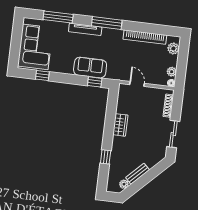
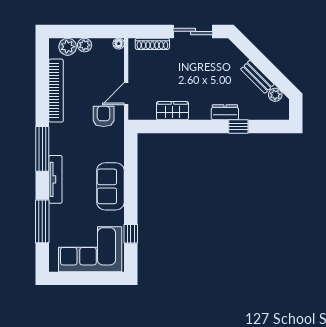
armchair: (124, 67) -> (104, 116), added
sofa: (90, 68) -> (110, 186), moved
plant: (172, 72) -> (85, 45), moved
window: (95, 82) -> (131, 156), removed
wardrobe: (120, 125) -> (172, 111), moved
dresser: (116, 149) -> (225, 112), added

